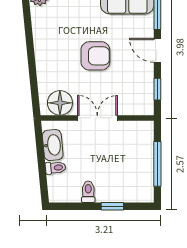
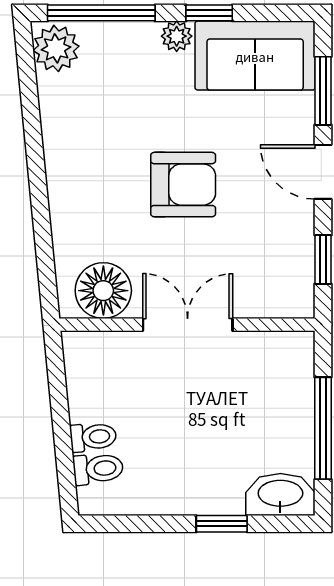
washbasin: (53, 145) -> (280, 495), moved, turned -84
toilet: (88, 192) -> (98, 469), moved, turned 84

